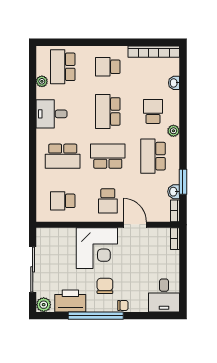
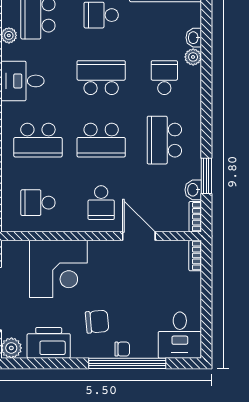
school desk: (108, 111) -> (101, 78), turned 90
plant: (173, 131) -> (193, 57), moved
school desk: (108, 156) -> (101, 140), turned 180
corner desk: (97, 248) -> (58, 269), moved
chair: (105, 286) -> (97, 322), turned 85
window: (96, 316) -> (127, 363), moved

